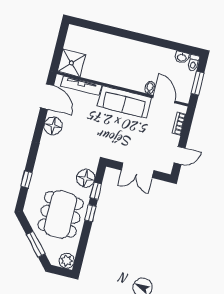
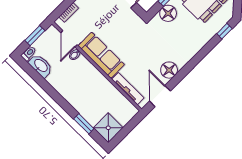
window: (103, 28) -> (84, 124), added
washbasin: (182, 57) -> (41, 66), width x1.91, depth x1.45
shower: (71, 63) -> (108, 128), moved
window: (27, 179) -> (224, 31), moved

